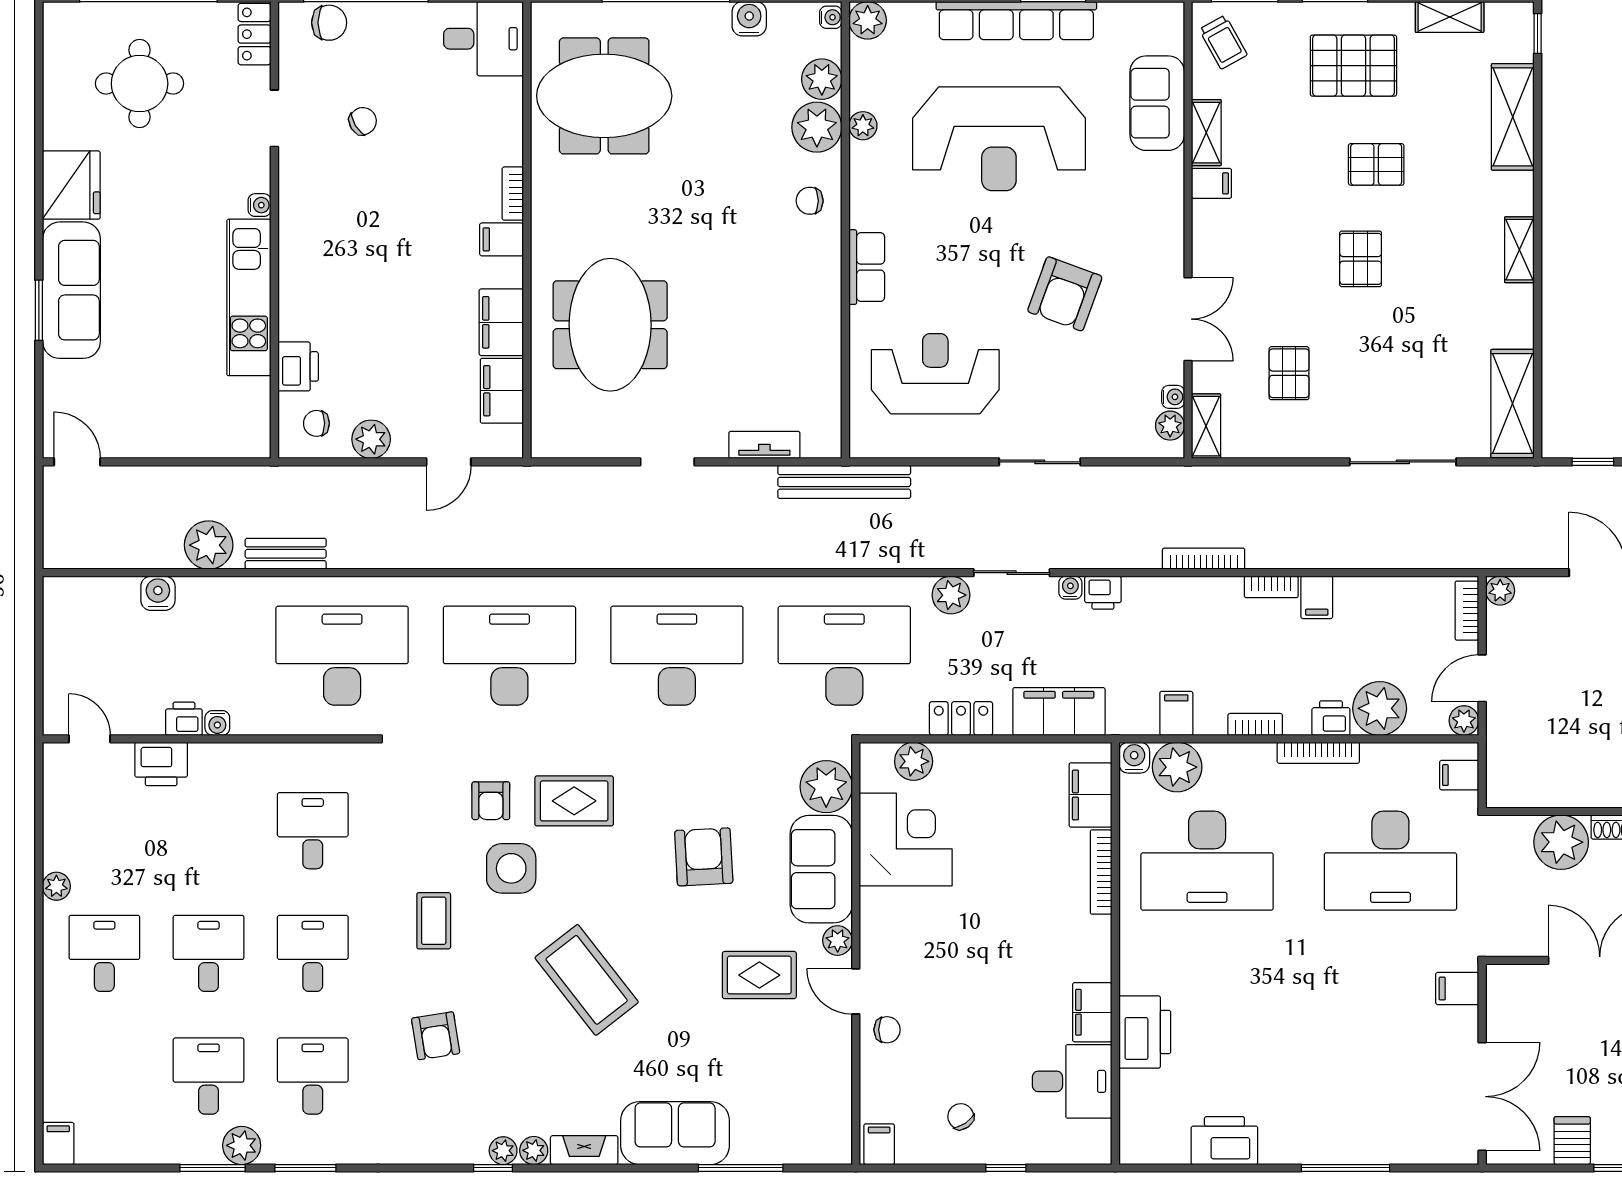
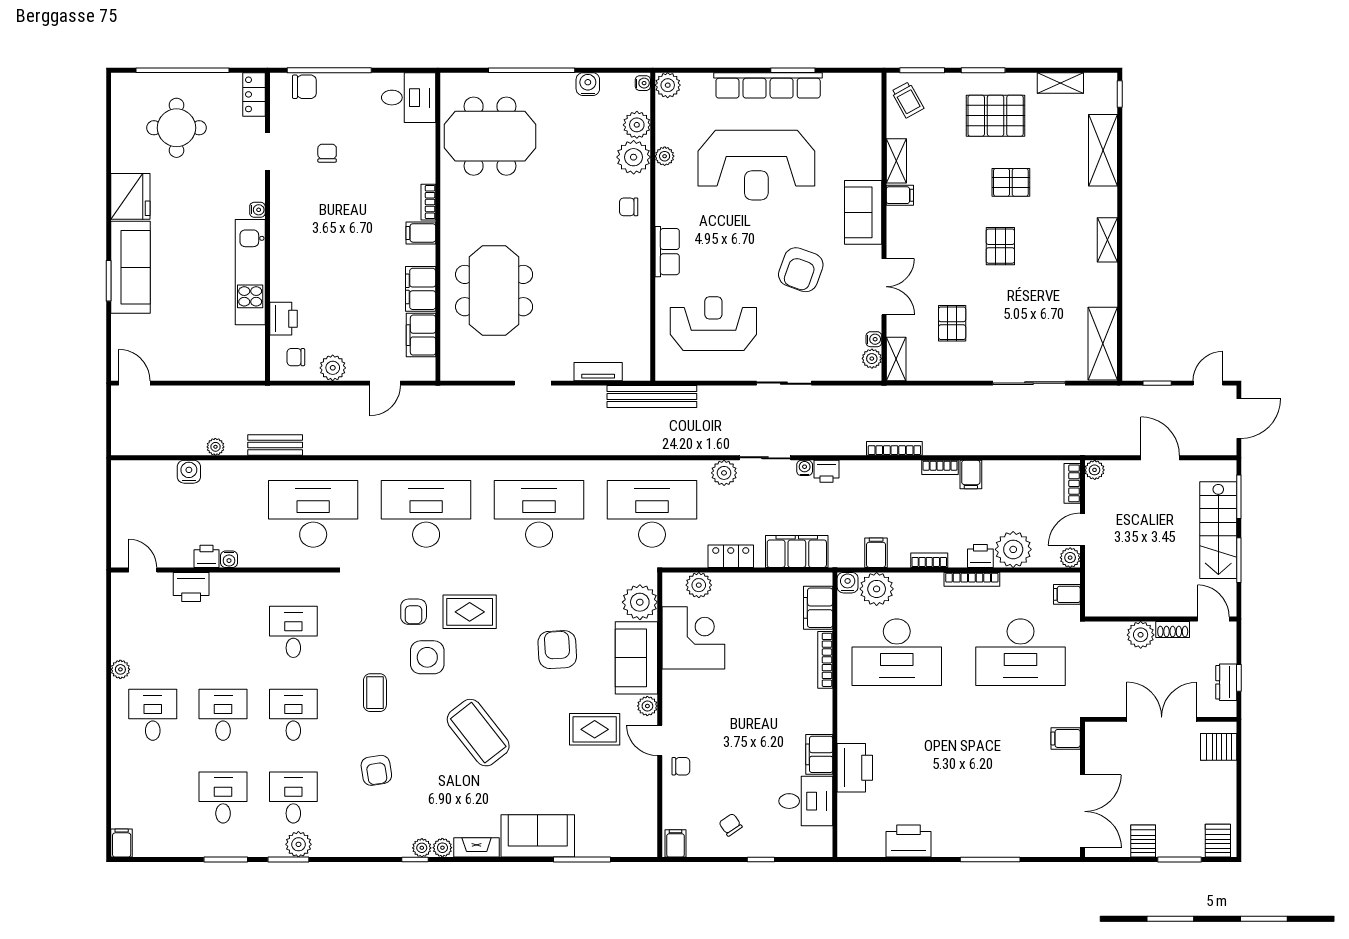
sofa: (1157, 103) -> (863, 212), moved
chair: (363, 121) -> (327, 153), turned -59
plant: (209, 545) -> (215, 447), width x0.53, depth x0.53
plant: (1561, 842) -> (1141, 635), width x0.73, depth x0.73
plant: (242, 1145) -> (298, 844), moved

